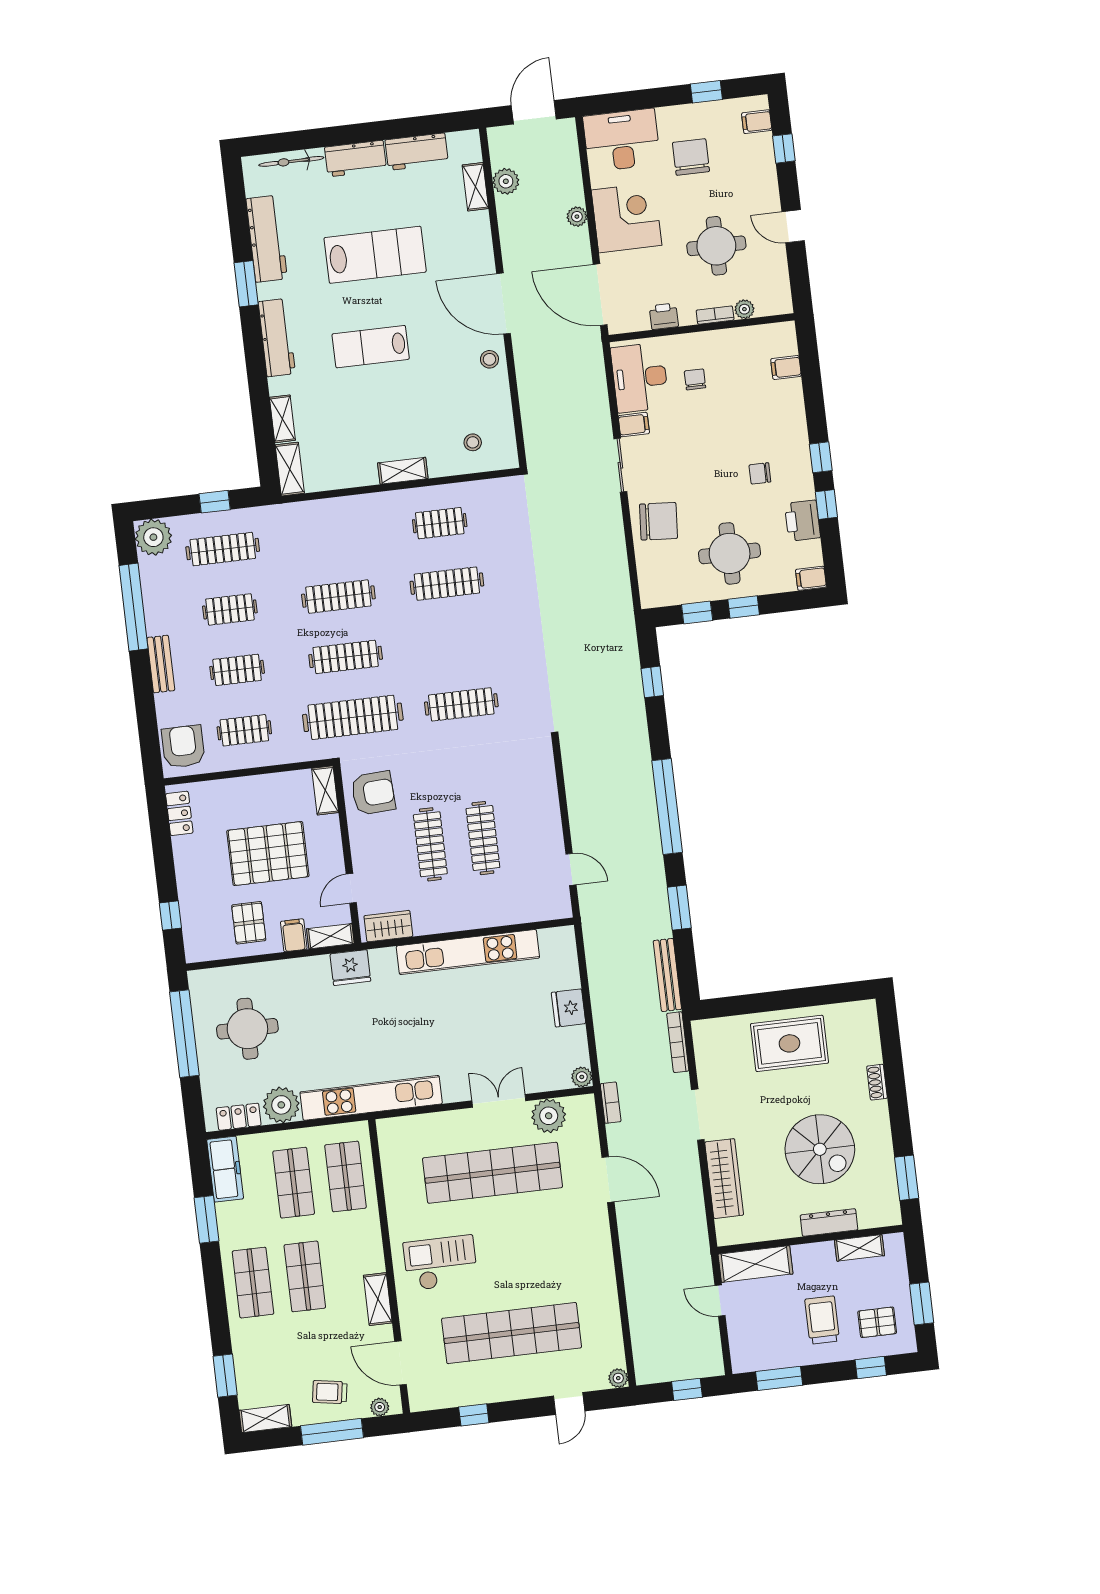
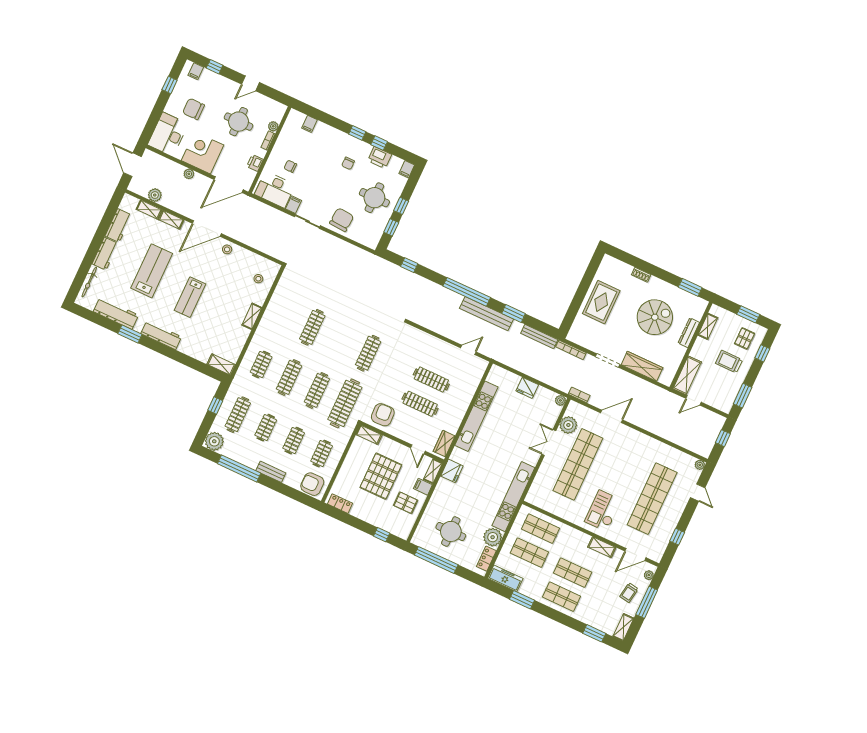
shelving: (282, 419) -> (171, 220), moved
clothes rail: (440, 523) -> (261, 365), moved
bench: (651, 862) -> (486, 314), added

